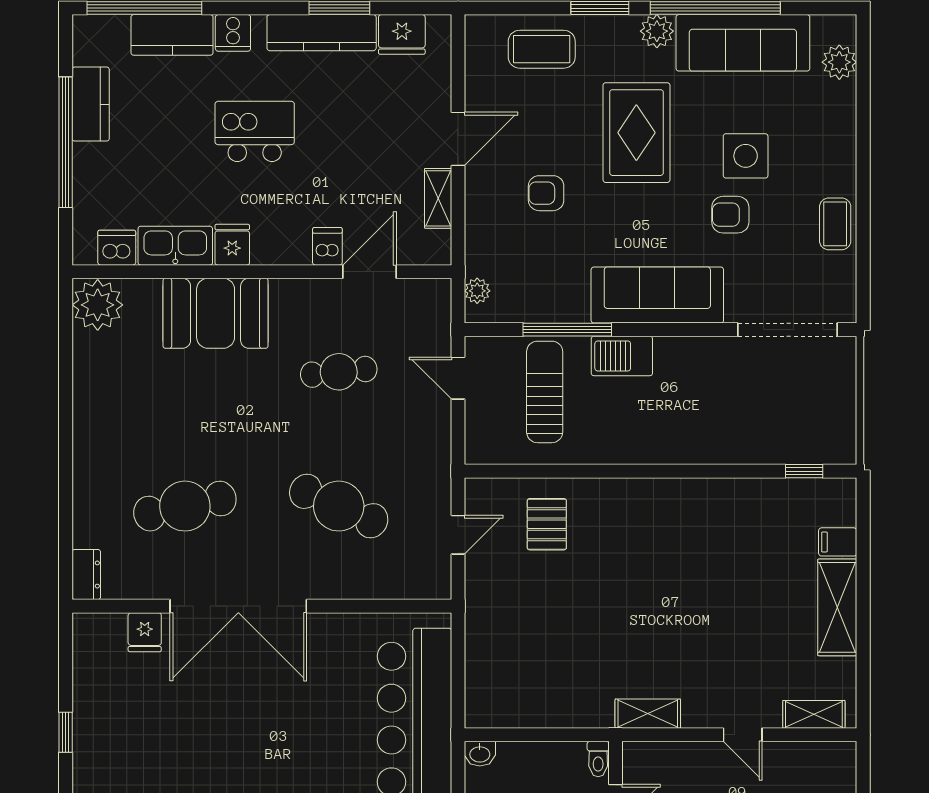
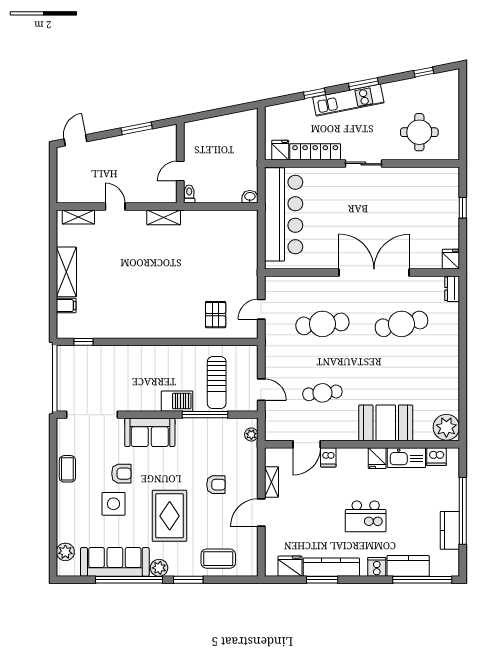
sofa: (657, 295) -> (150, 432), width x0.73
cafe table: (339, 506) -> (322, 324), turned -30
fridge: (145, 632) -> (451, 259), moved

